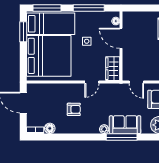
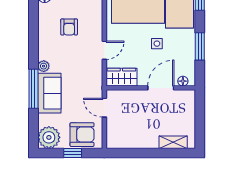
window: (89, 8) -> (200, 46), width x0.69
door: (92, 82) -> (104, 50), swing flipped
door: (136, 82) -> (104, 108), hinge flipped

